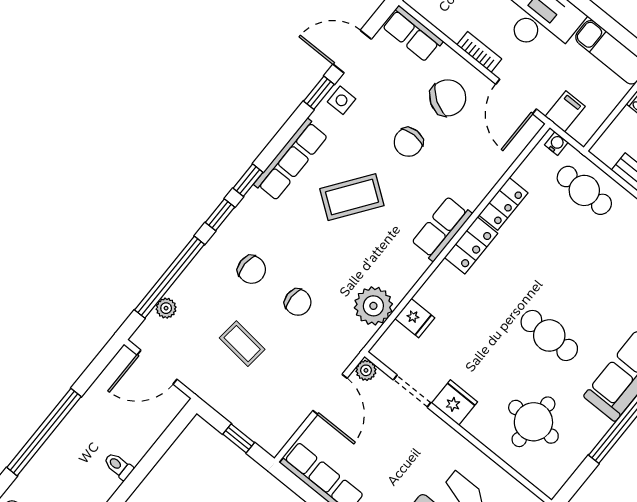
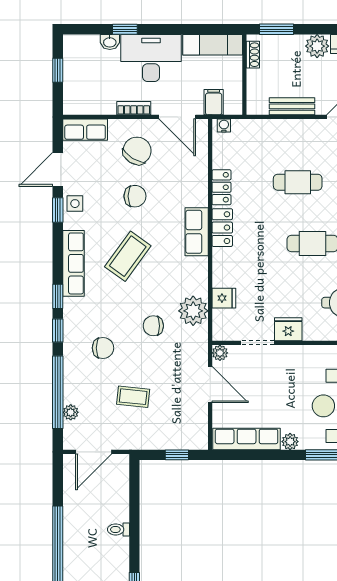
chair: (408, 142) -> (135, 196), turned -90
cafe table: (584, 190) -> (298, 182), moved
chair: (298, 302) -> (153, 326), moved, turned 180

